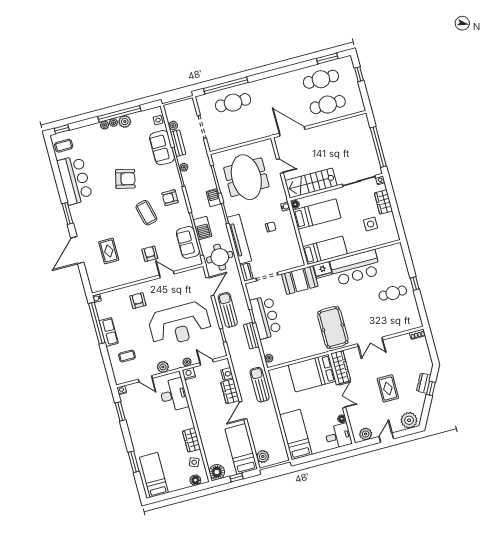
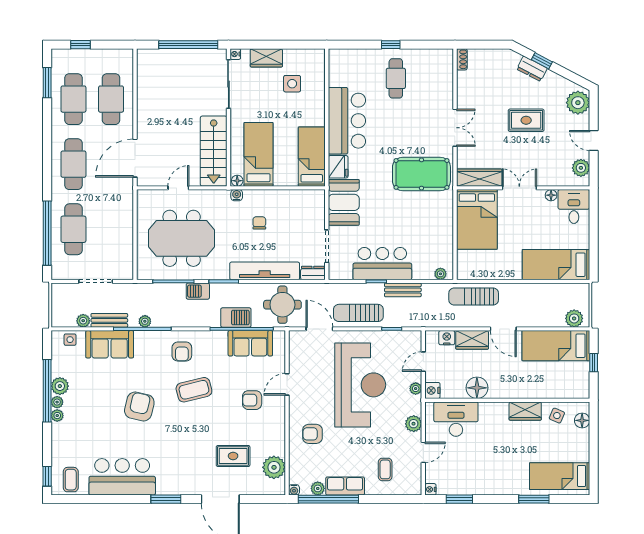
cafe table: (277, 91) -> (73, 164), added
plant: (108, 281) -> (274, 467), added
plant: (102, 314) -> (318, 488), added
floor lamp: (217, 472) -> (477, 388), moved

